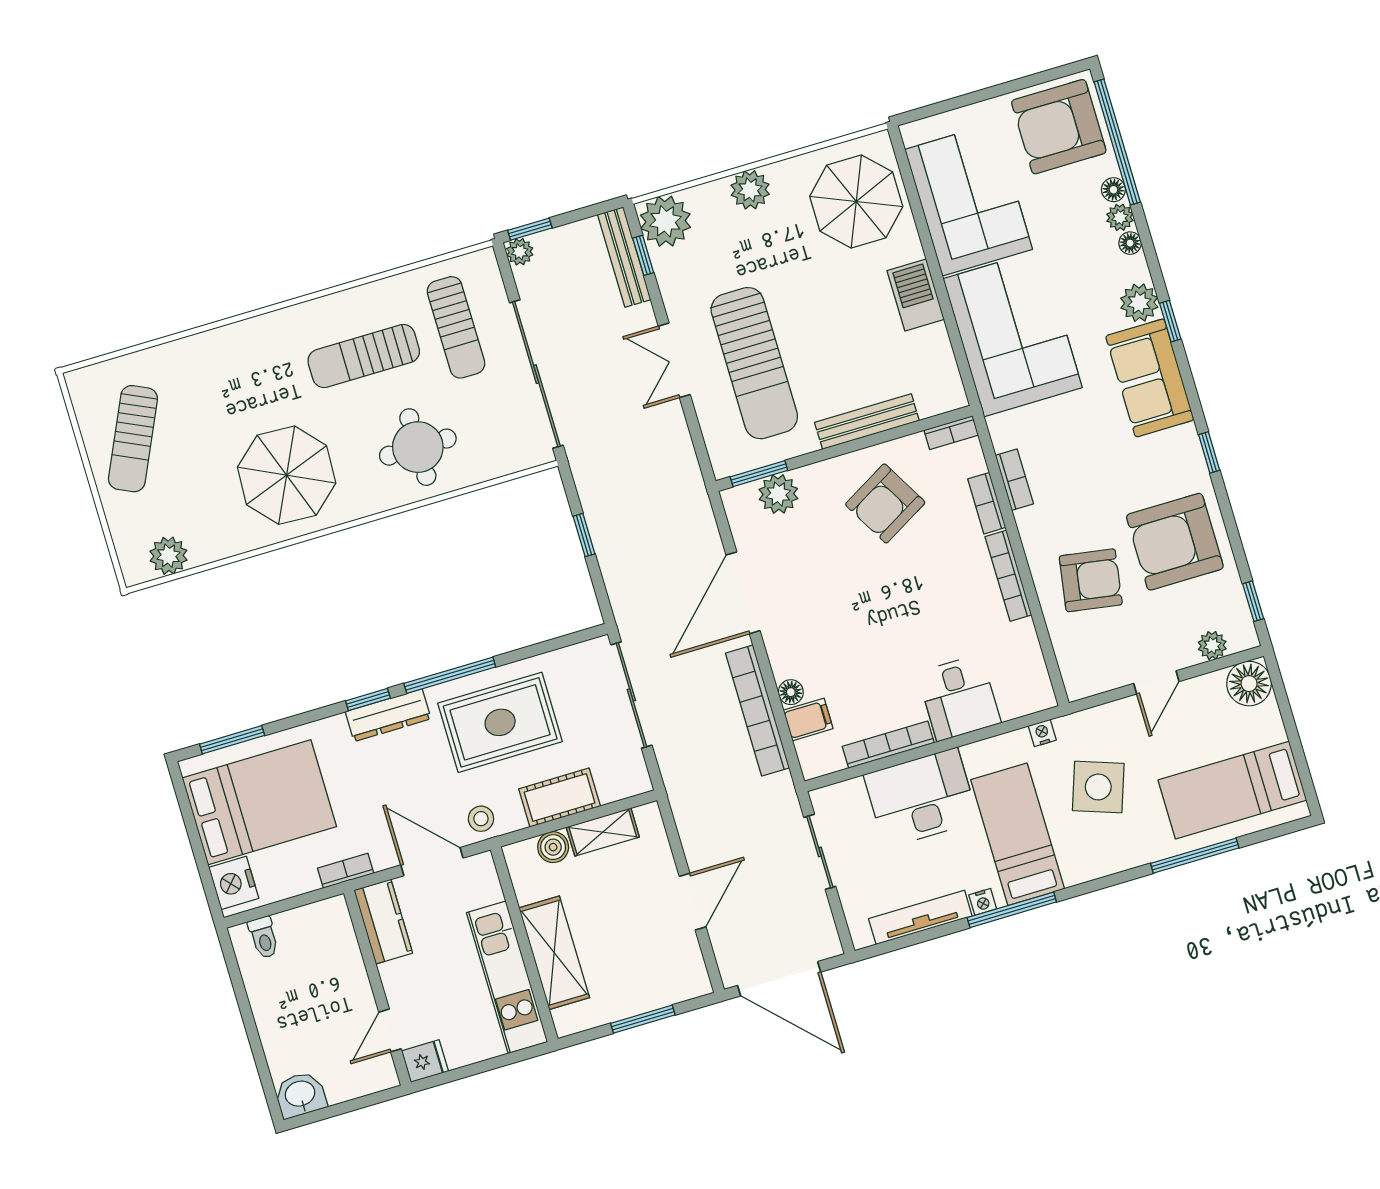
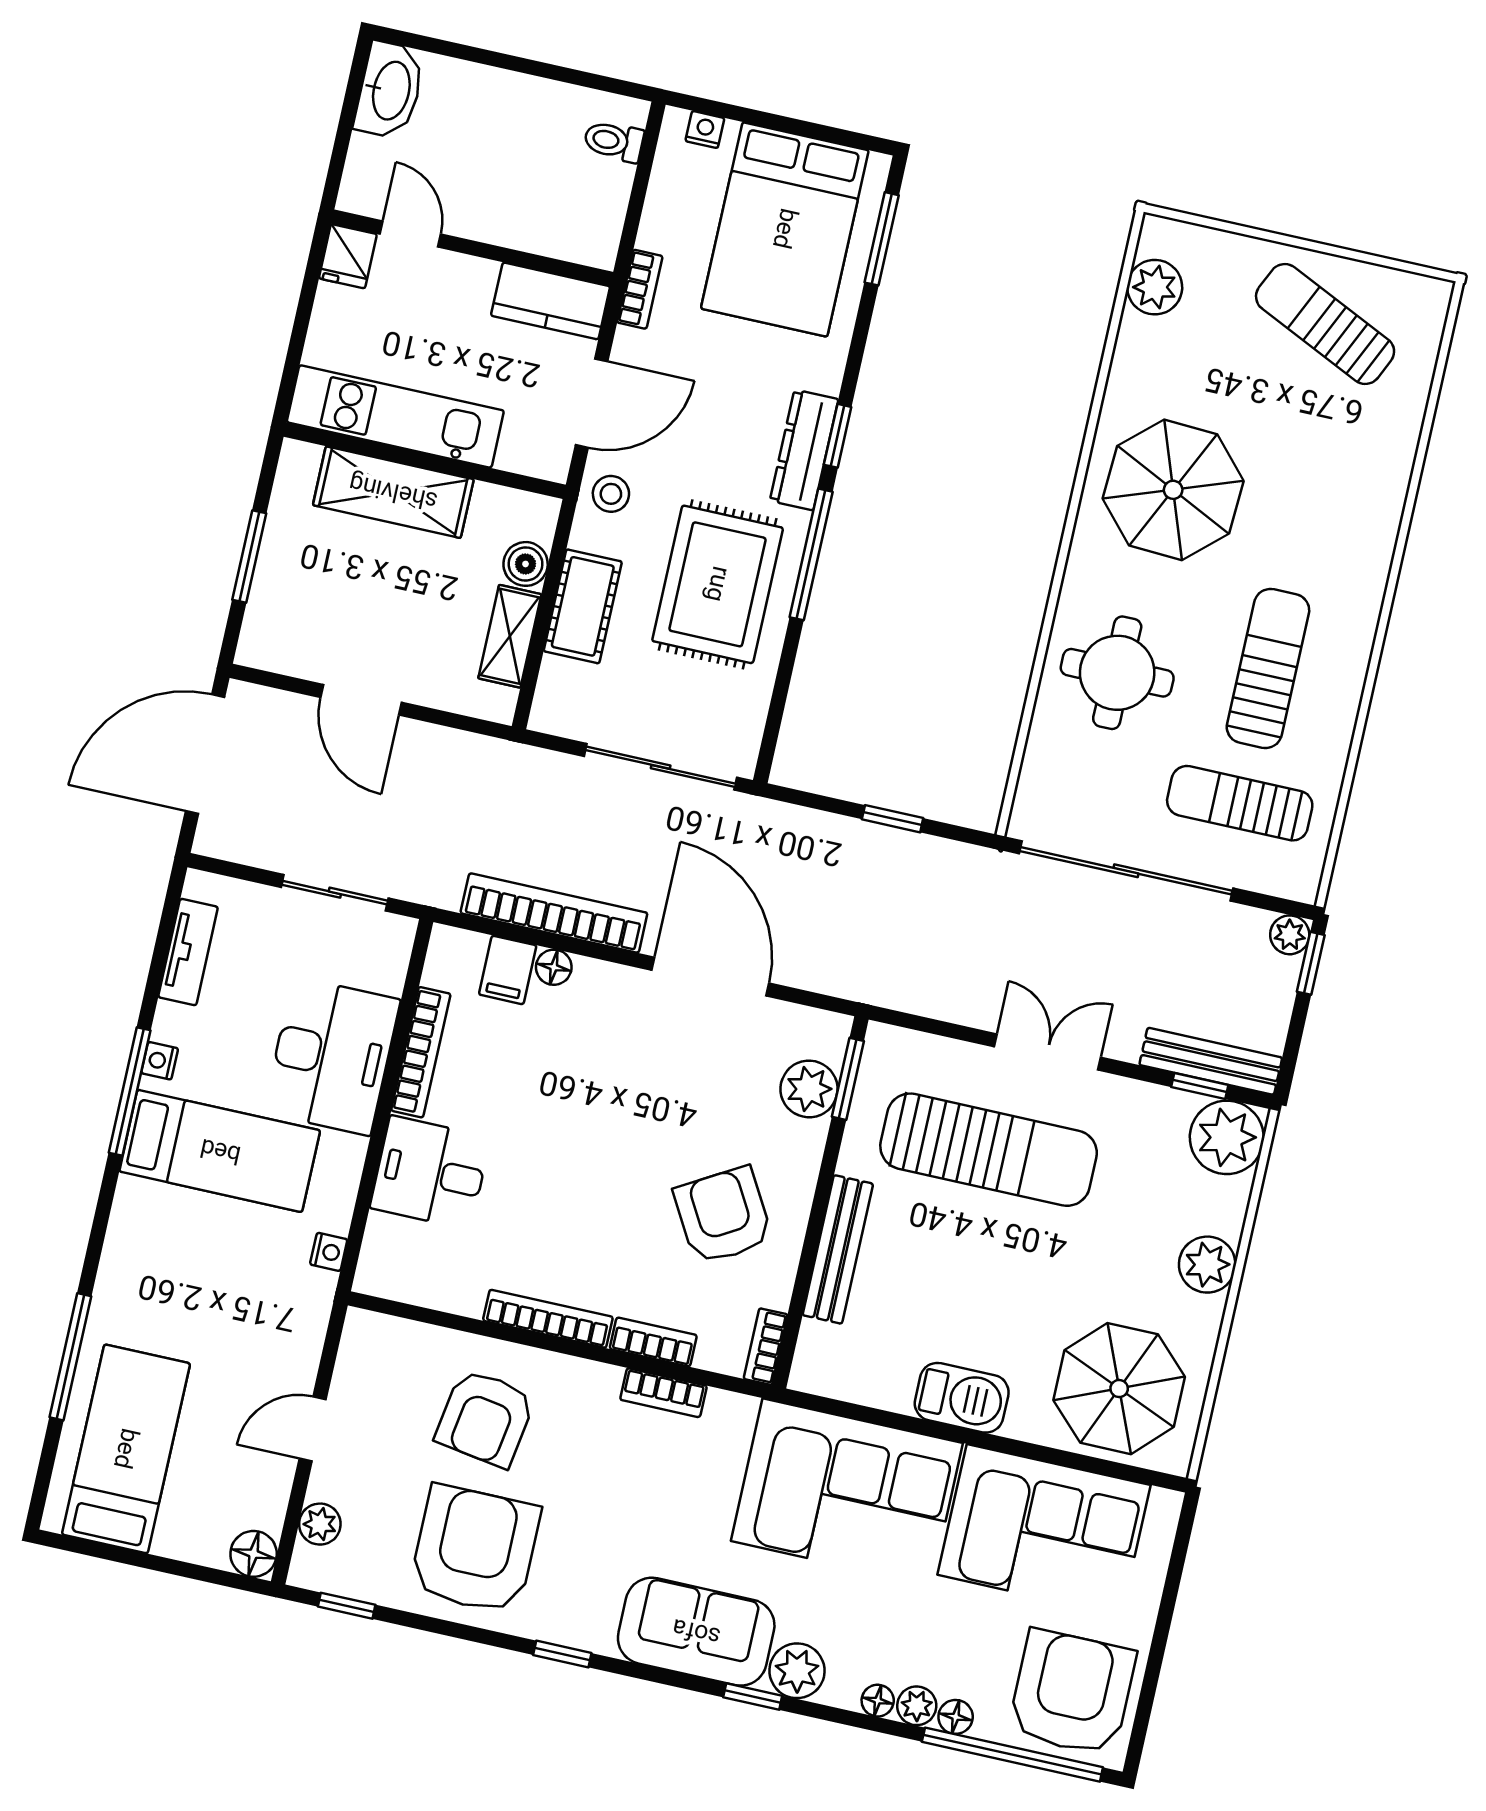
sun lounger: (754, 363) -> (989, 1150), turned 180
door: (1156, 682) -> (313, 1429), hinge flipped
floor lamp: (1249, 684) -> (254, 1554), width x0.73, depth x0.73
side table: (1098, 787) -> (223, 1284), removed
nightstand: (234, 883) -> (705, 130), width x0.53, depth x0.56
tv unit: (920, 917) -> (188, 952), width x0.71
washbasin: (300, 1095) -> (390, 90), width x1.38

